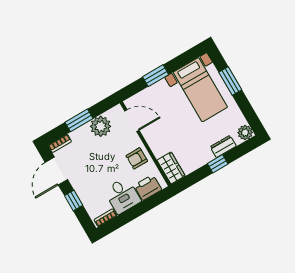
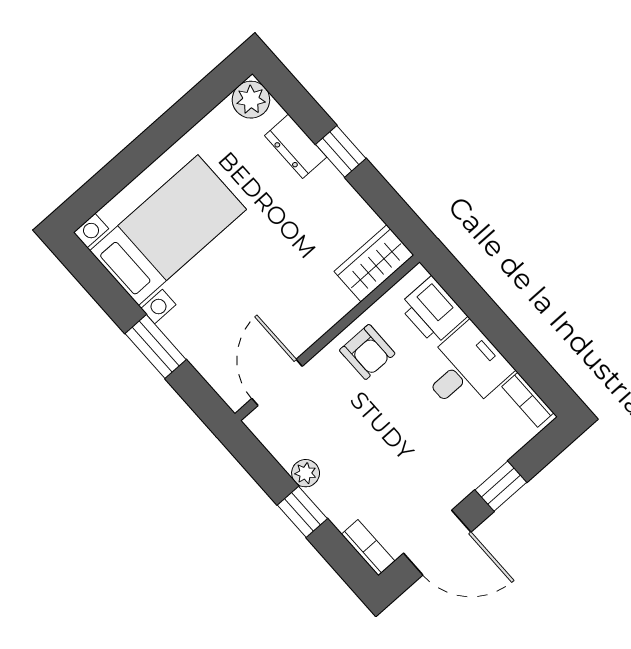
window: (230, 81) -> (132, 161), removed
window: (79, 120) -> (302, 512), width x0.67
plant: (101, 126) -> (306, 473), width x0.53, depth x0.53

